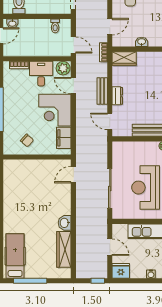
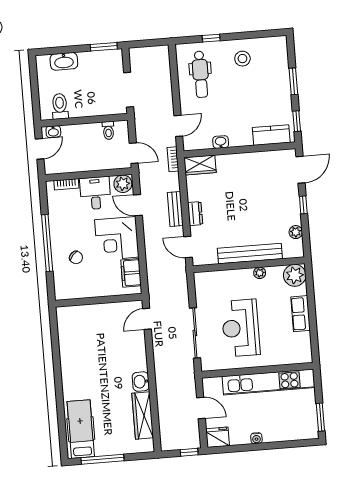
chair: (27, 140) -> (76, 257), moved

